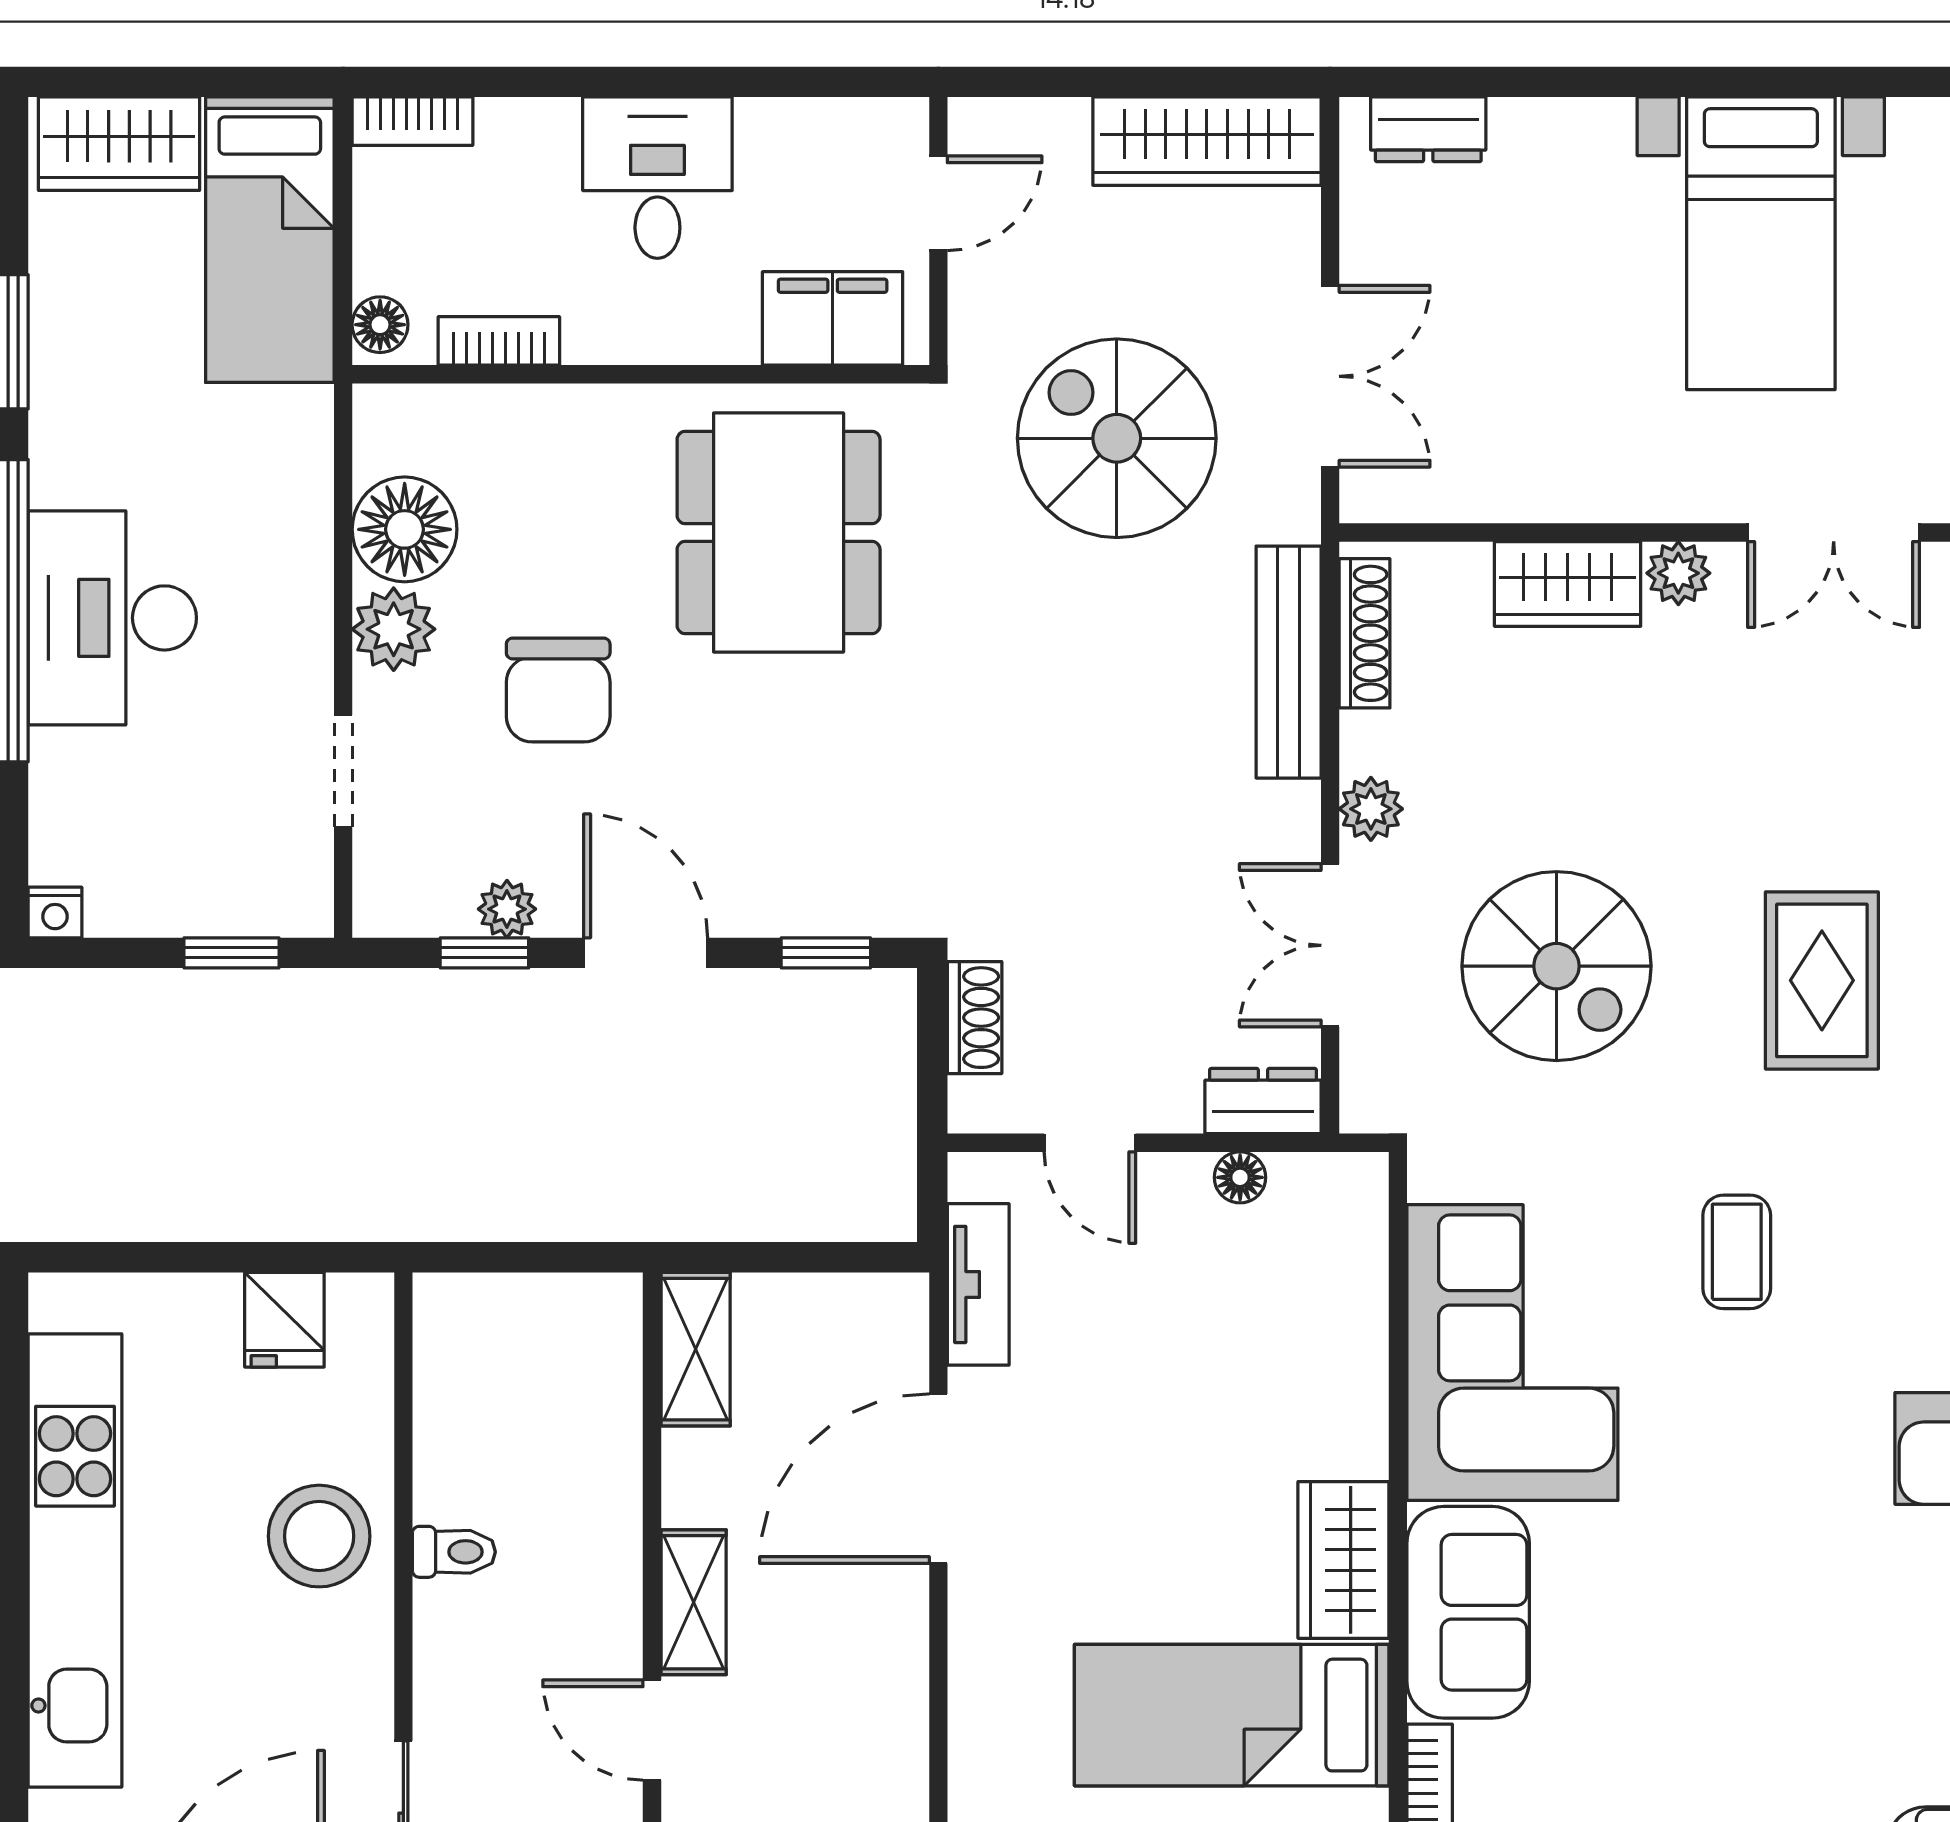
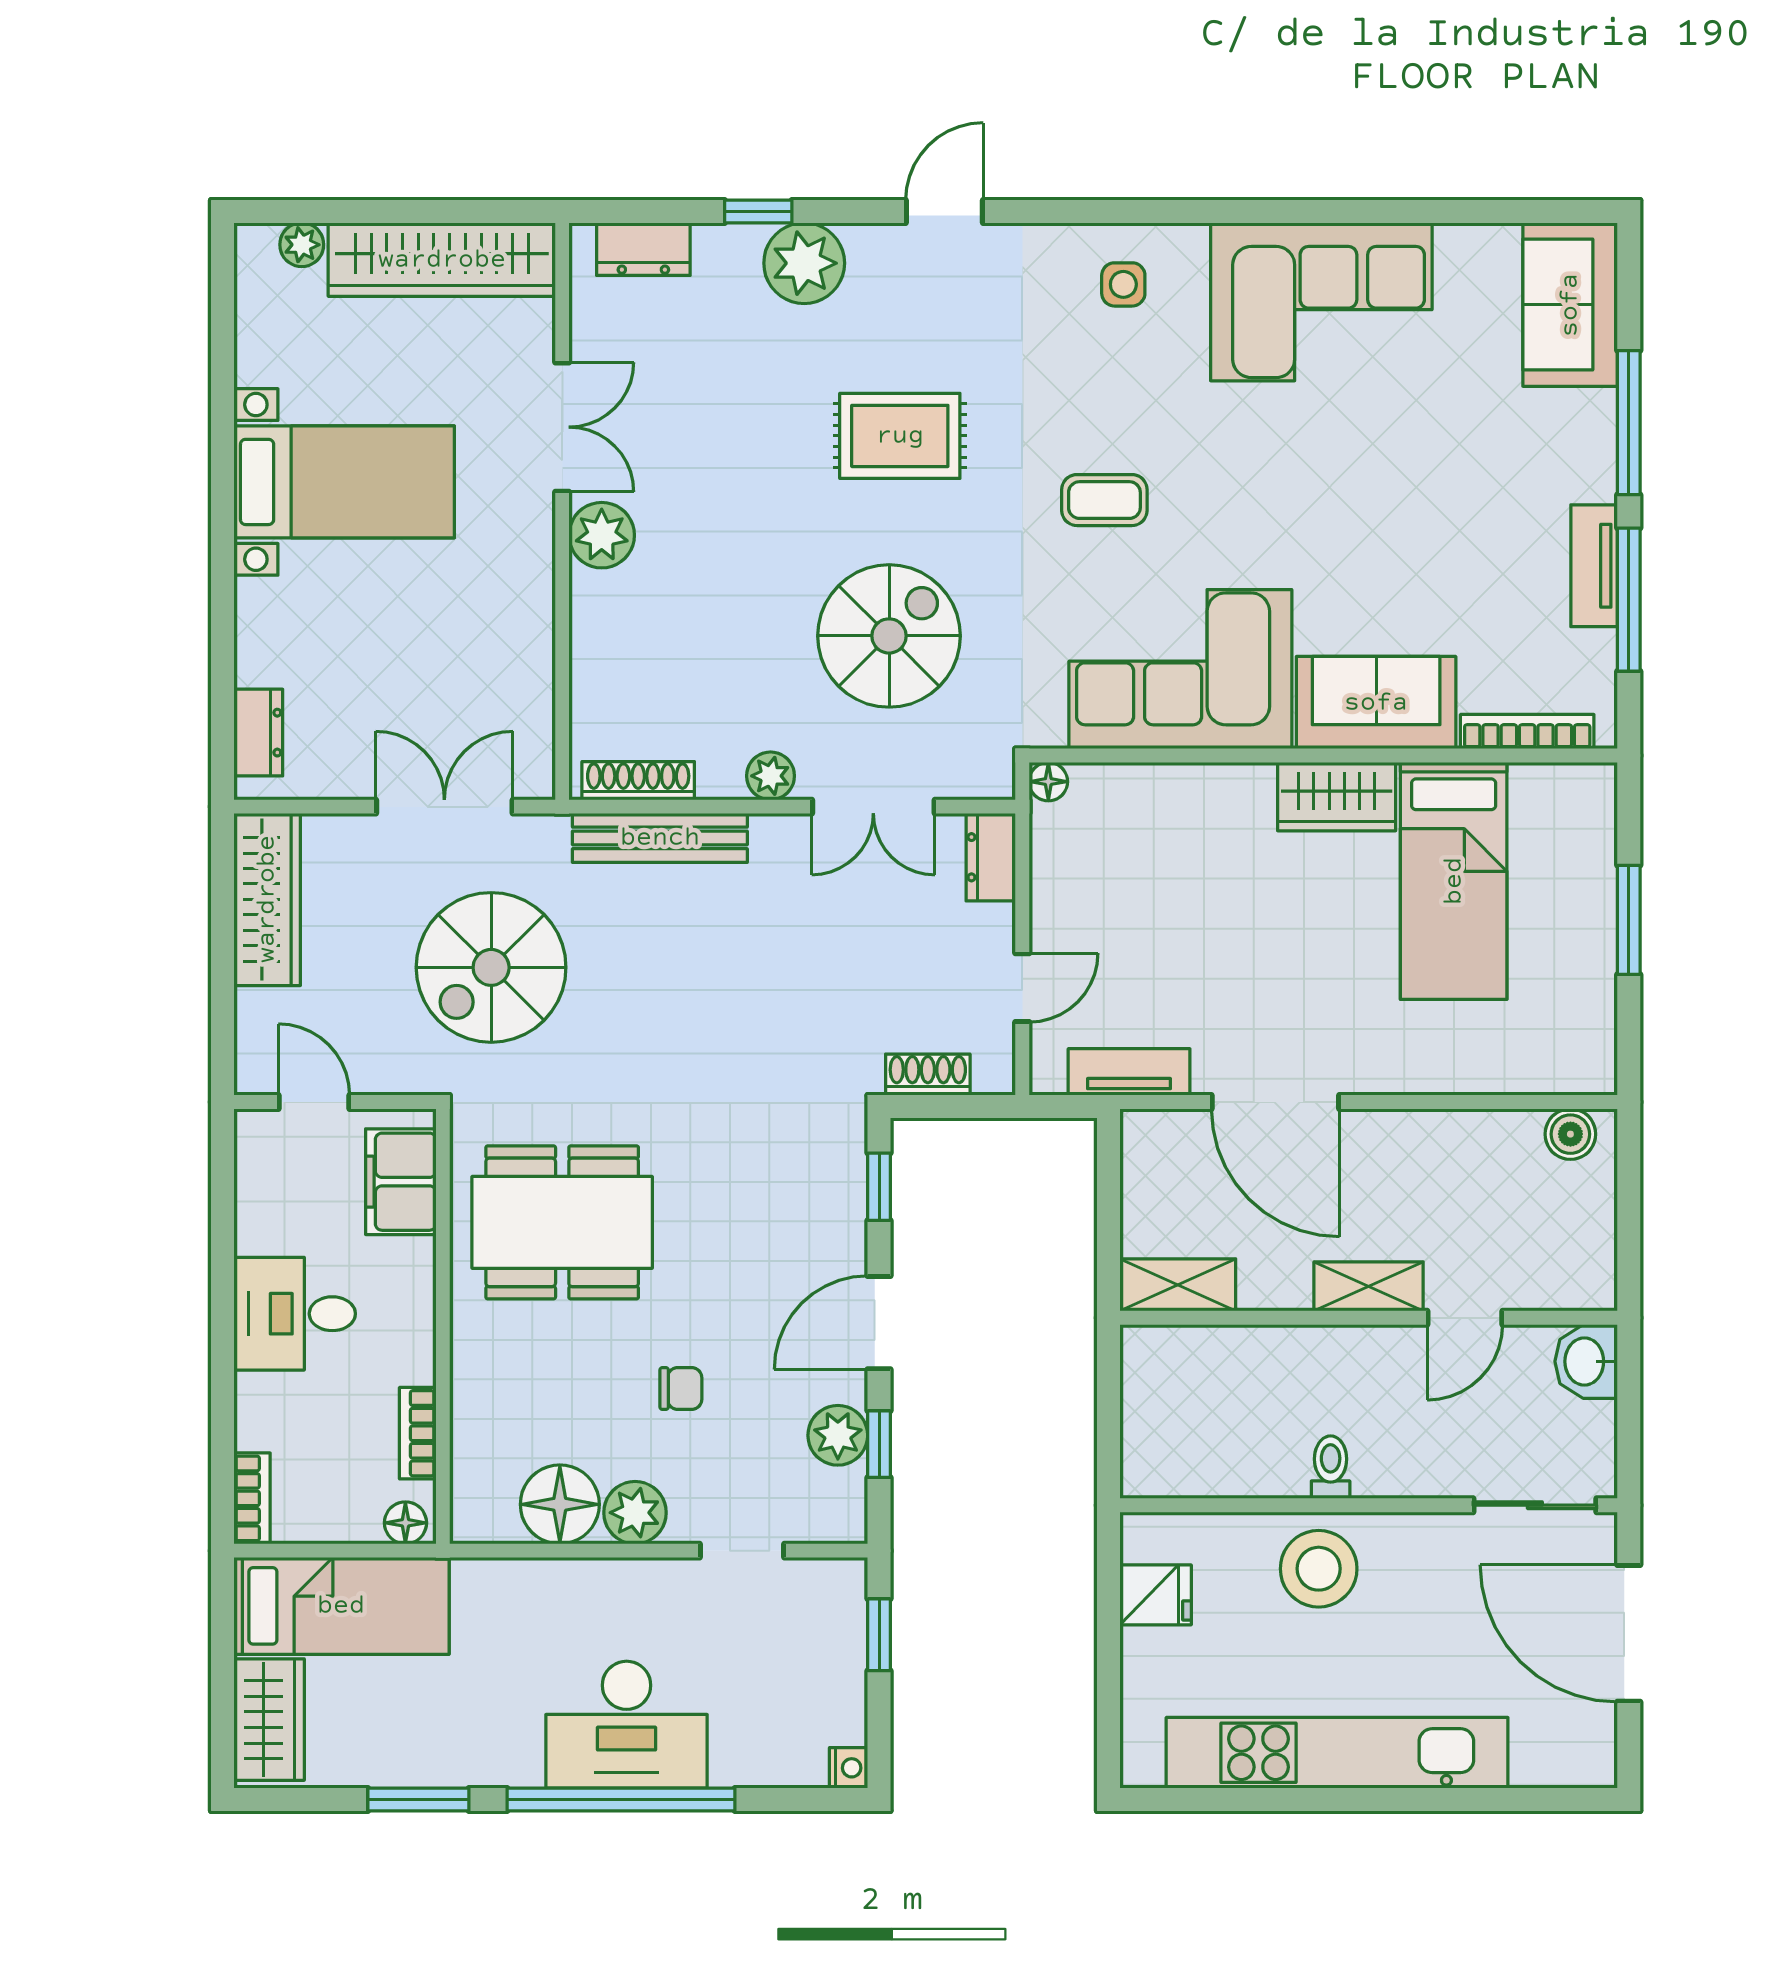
plant: (1678, 573) -> (602, 535), width x1.38, depth x1.38
wardrobe: (1568, 584) -> (601, 628), removed
chair: (558, 690) -> (681, 1389), width x0.54, depth x0.54
plant: (507, 909) -> (838, 1435), width x1.38, depth x1.38
floor lamp: (1240, 1177) -> (1048, 782), moved

